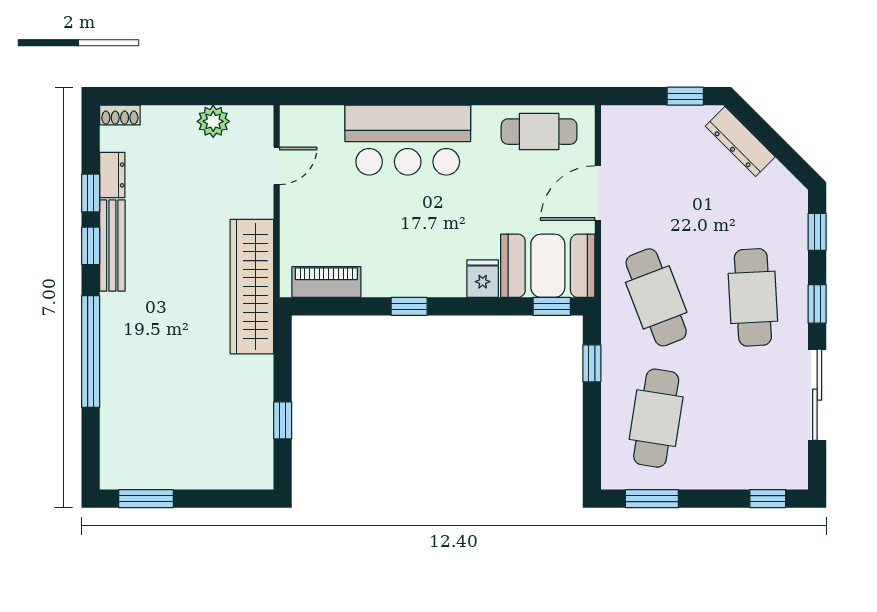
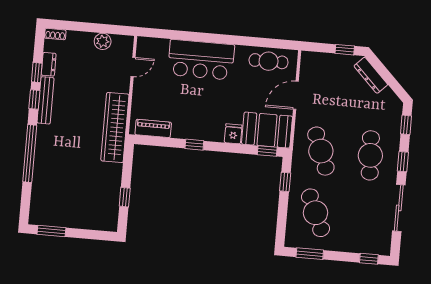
cafe table: (656, 418) -> (316, 213), turned -33

